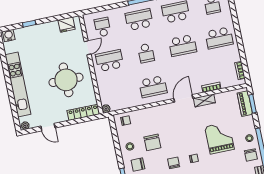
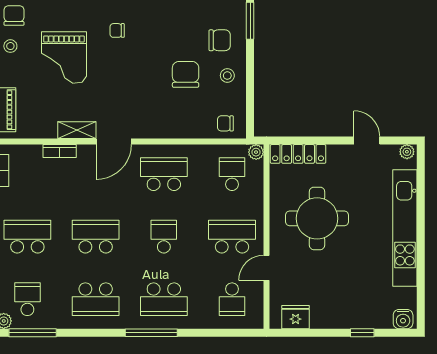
school desk: (110, 61) -> (232, 237), turned 180
school desk: (116, 94) -> (232, 174), added
chair: (174, 163) -> (155, 30), removed

